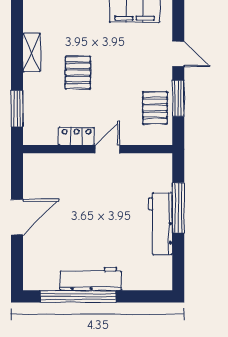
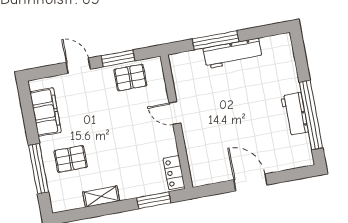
door: (178, 54) -> (78, 66), hinge flipped
pallet: (78, 73) -> (71, 159), moved
locker: (76, 136) -> (174, 173), moved
workbench: (91, 279) -> (295, 114), width x0.73

